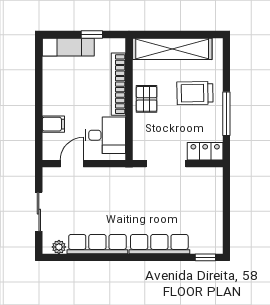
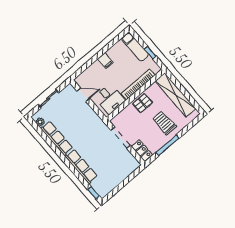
filing cabinet: (53, 124) -> (105, 61), moved

